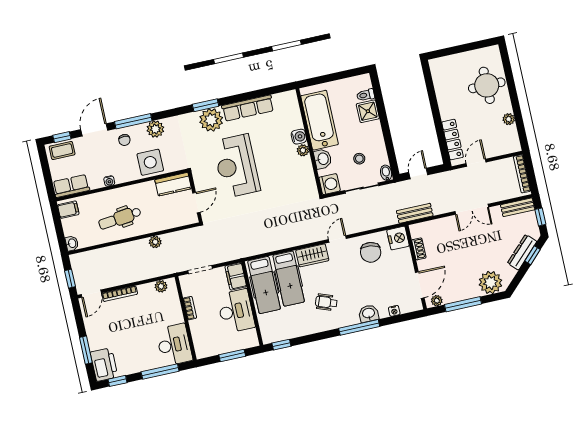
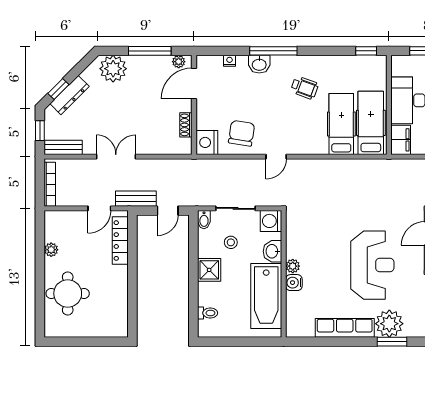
shower: (368, 111) -> (209, 270), moved
bench: (415, 213) -> (136, 199), moved
wardrobe: (312, 255) -> (309, 144), removed

